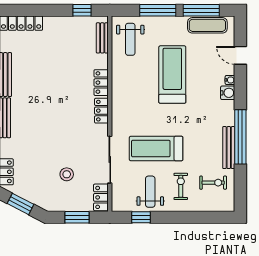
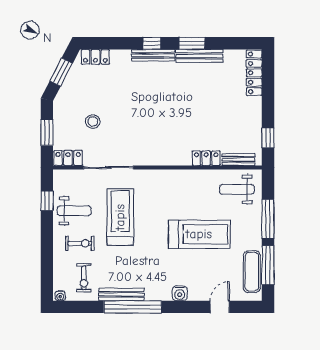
water cooler: (230, 80) -> (60, 296), moved
locker: (101, 83) -> (206, 158), moved
locker: (101, 111) -> (161, 159), removed

